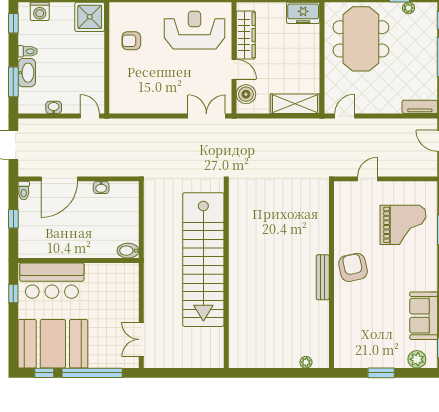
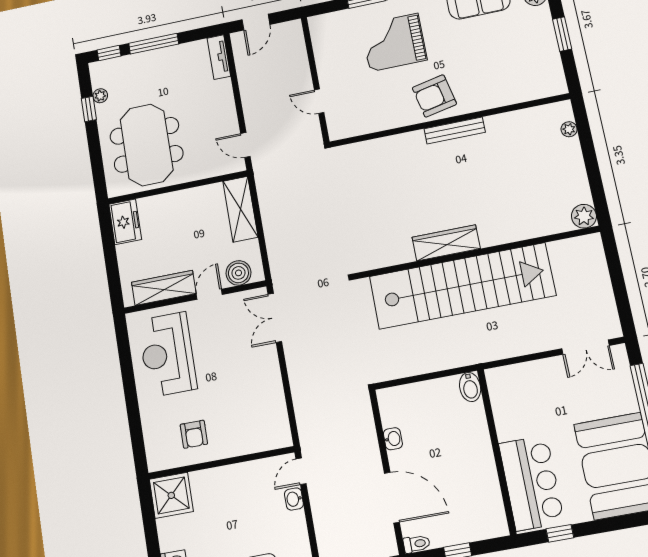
meeting table: (361, 39) -> (147, 145), turned 90
washbasin: (54, 107) -> (294, 499), moved
grand piano: (403, 225) -> (394, 42), moved, turned -90
wardrobe: (238, 254) -> (446, 243), added
plant: (238, 359) -> (584, 216), added

